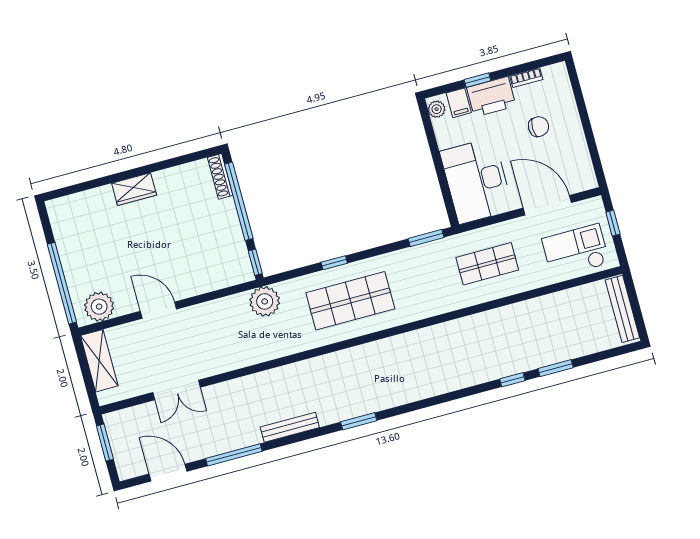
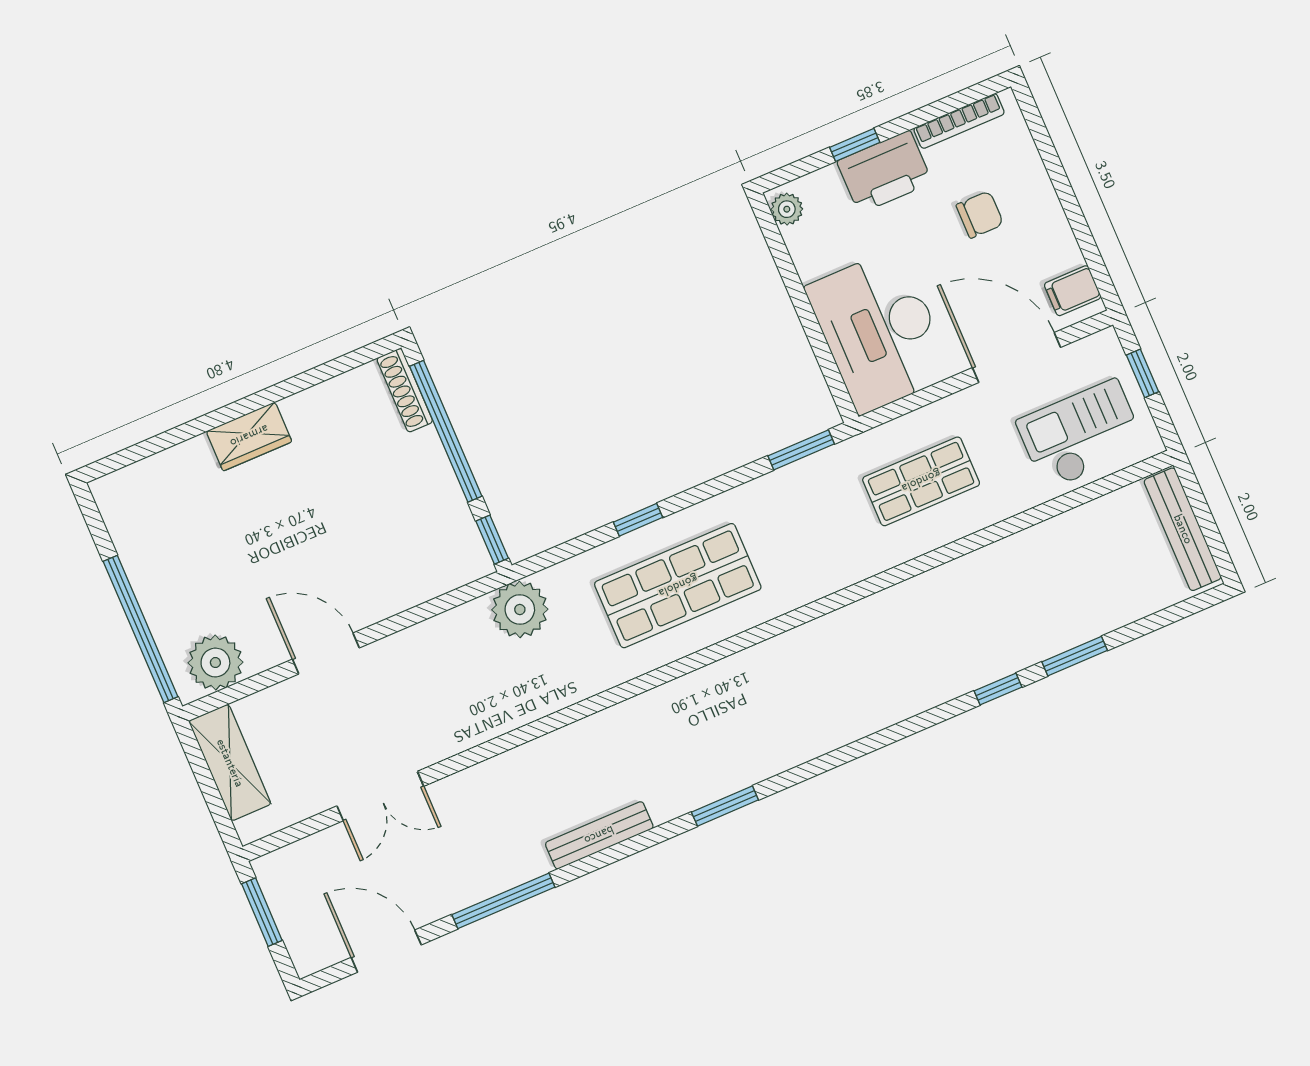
bookcase: (526, 78) -> (959, 121), width x1.56
filing cabinet: (459, 103) -> (1073, 291), moved, turned 90

